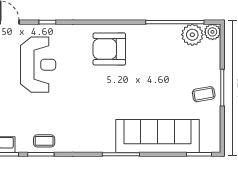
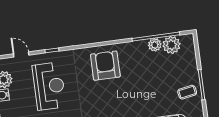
plant: (212, 32) -> (155, 45), moved
armchair: (109, 49) -> (105, 66), turned 90

